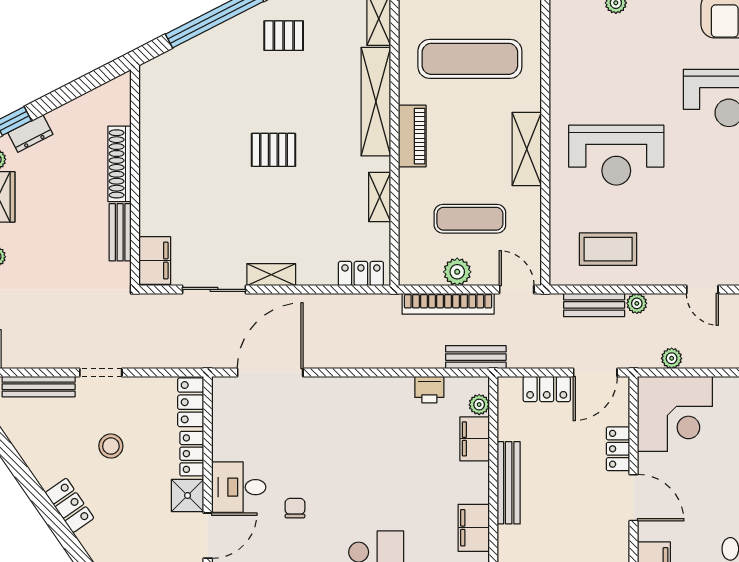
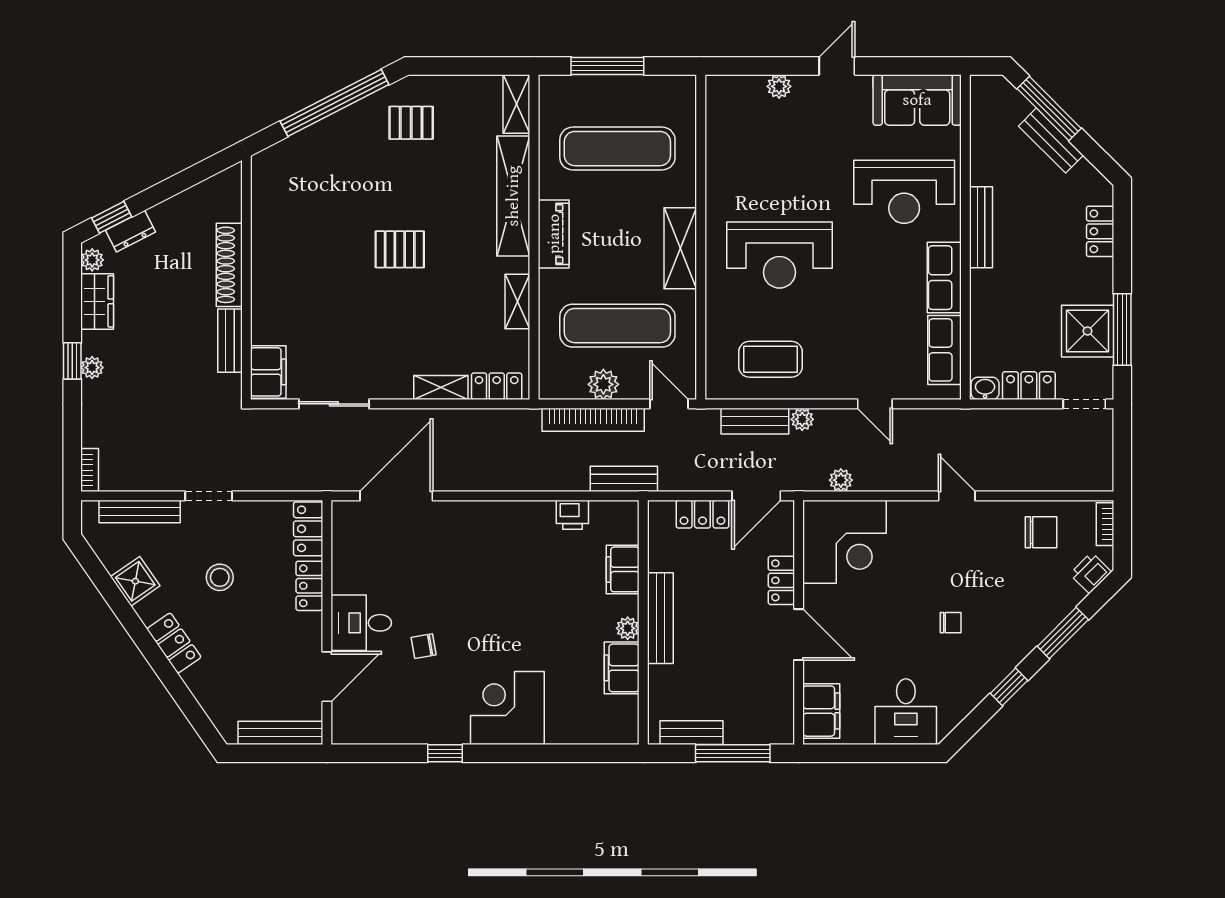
exercise mat: (470, 219) -> (617, 326), width x1.36, depth x1.45
shelving: (271, 275) -> (441, 387), moved
plant: (479, 405) -> (628, 628), moved
shower: (188, 495) -> (135, 581), moved, turned -35
chair: (295, 508) -> (424, 646), turned -100

